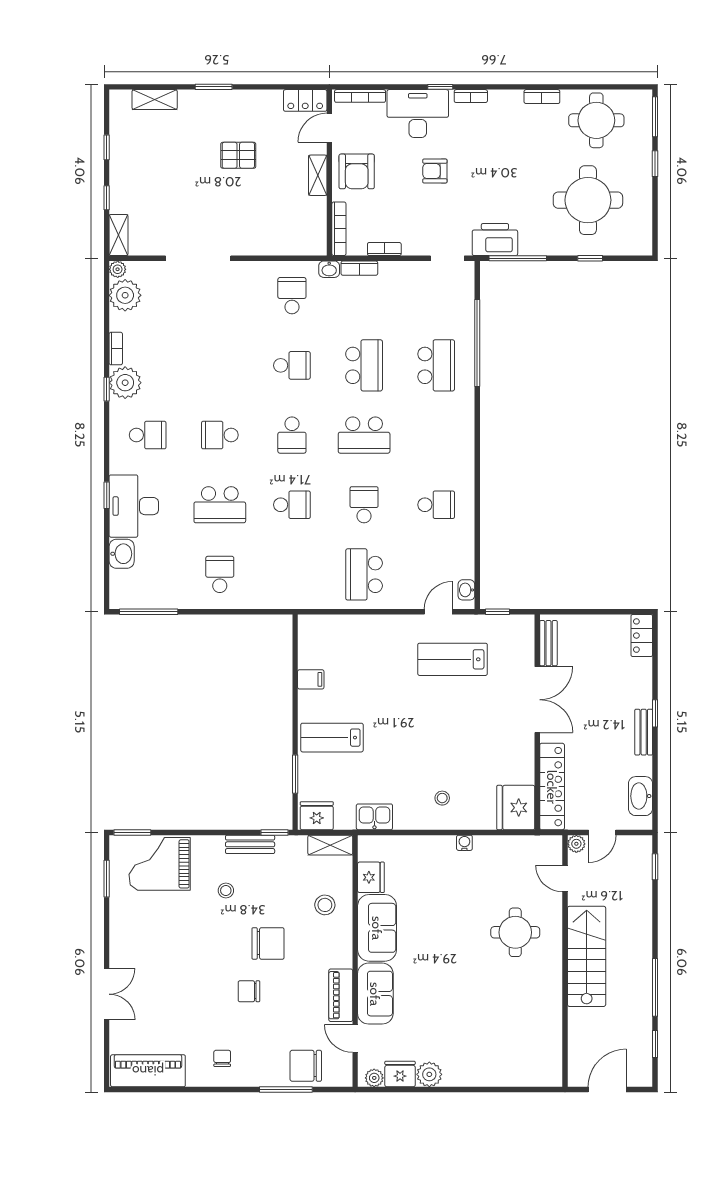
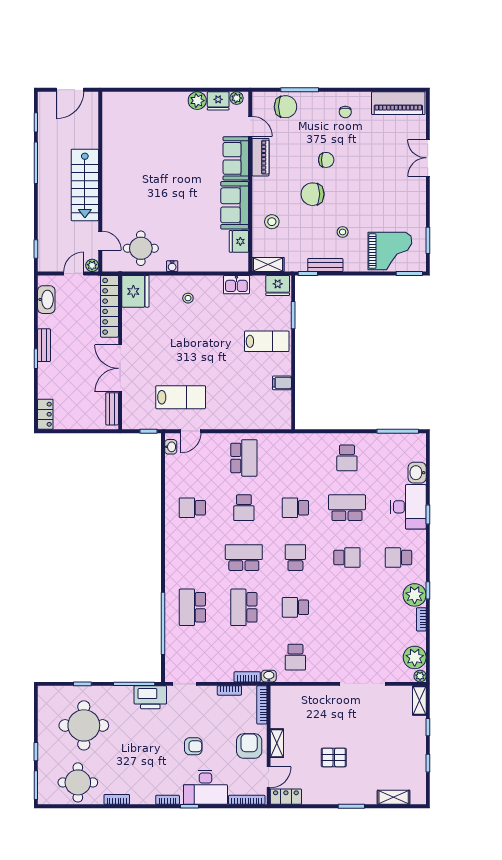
round table: (515, 932) -> (141, 248), moved

